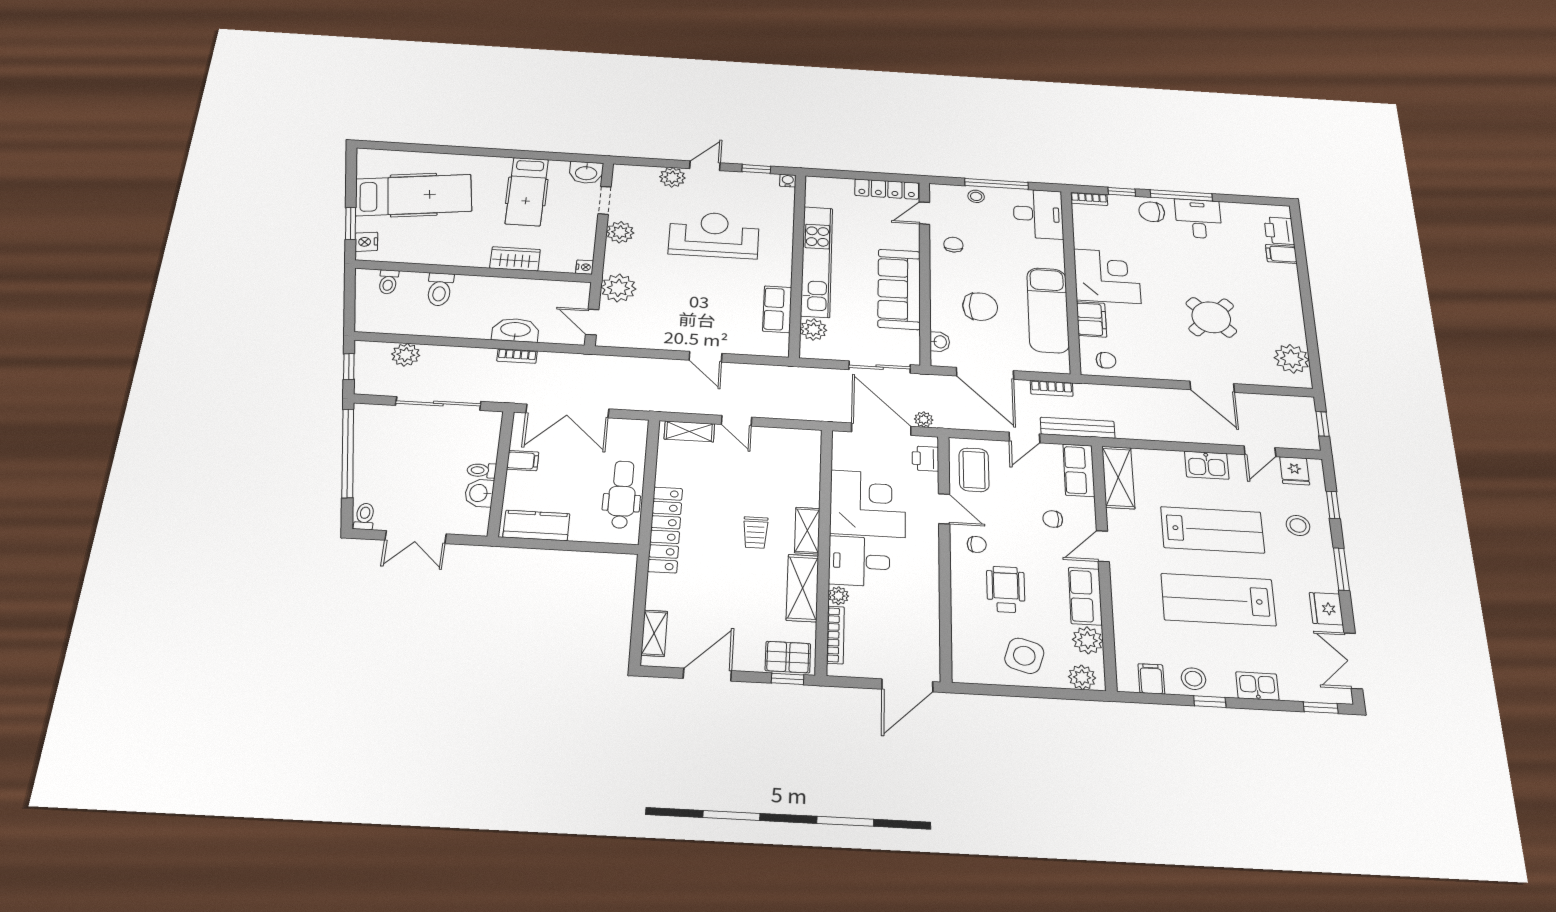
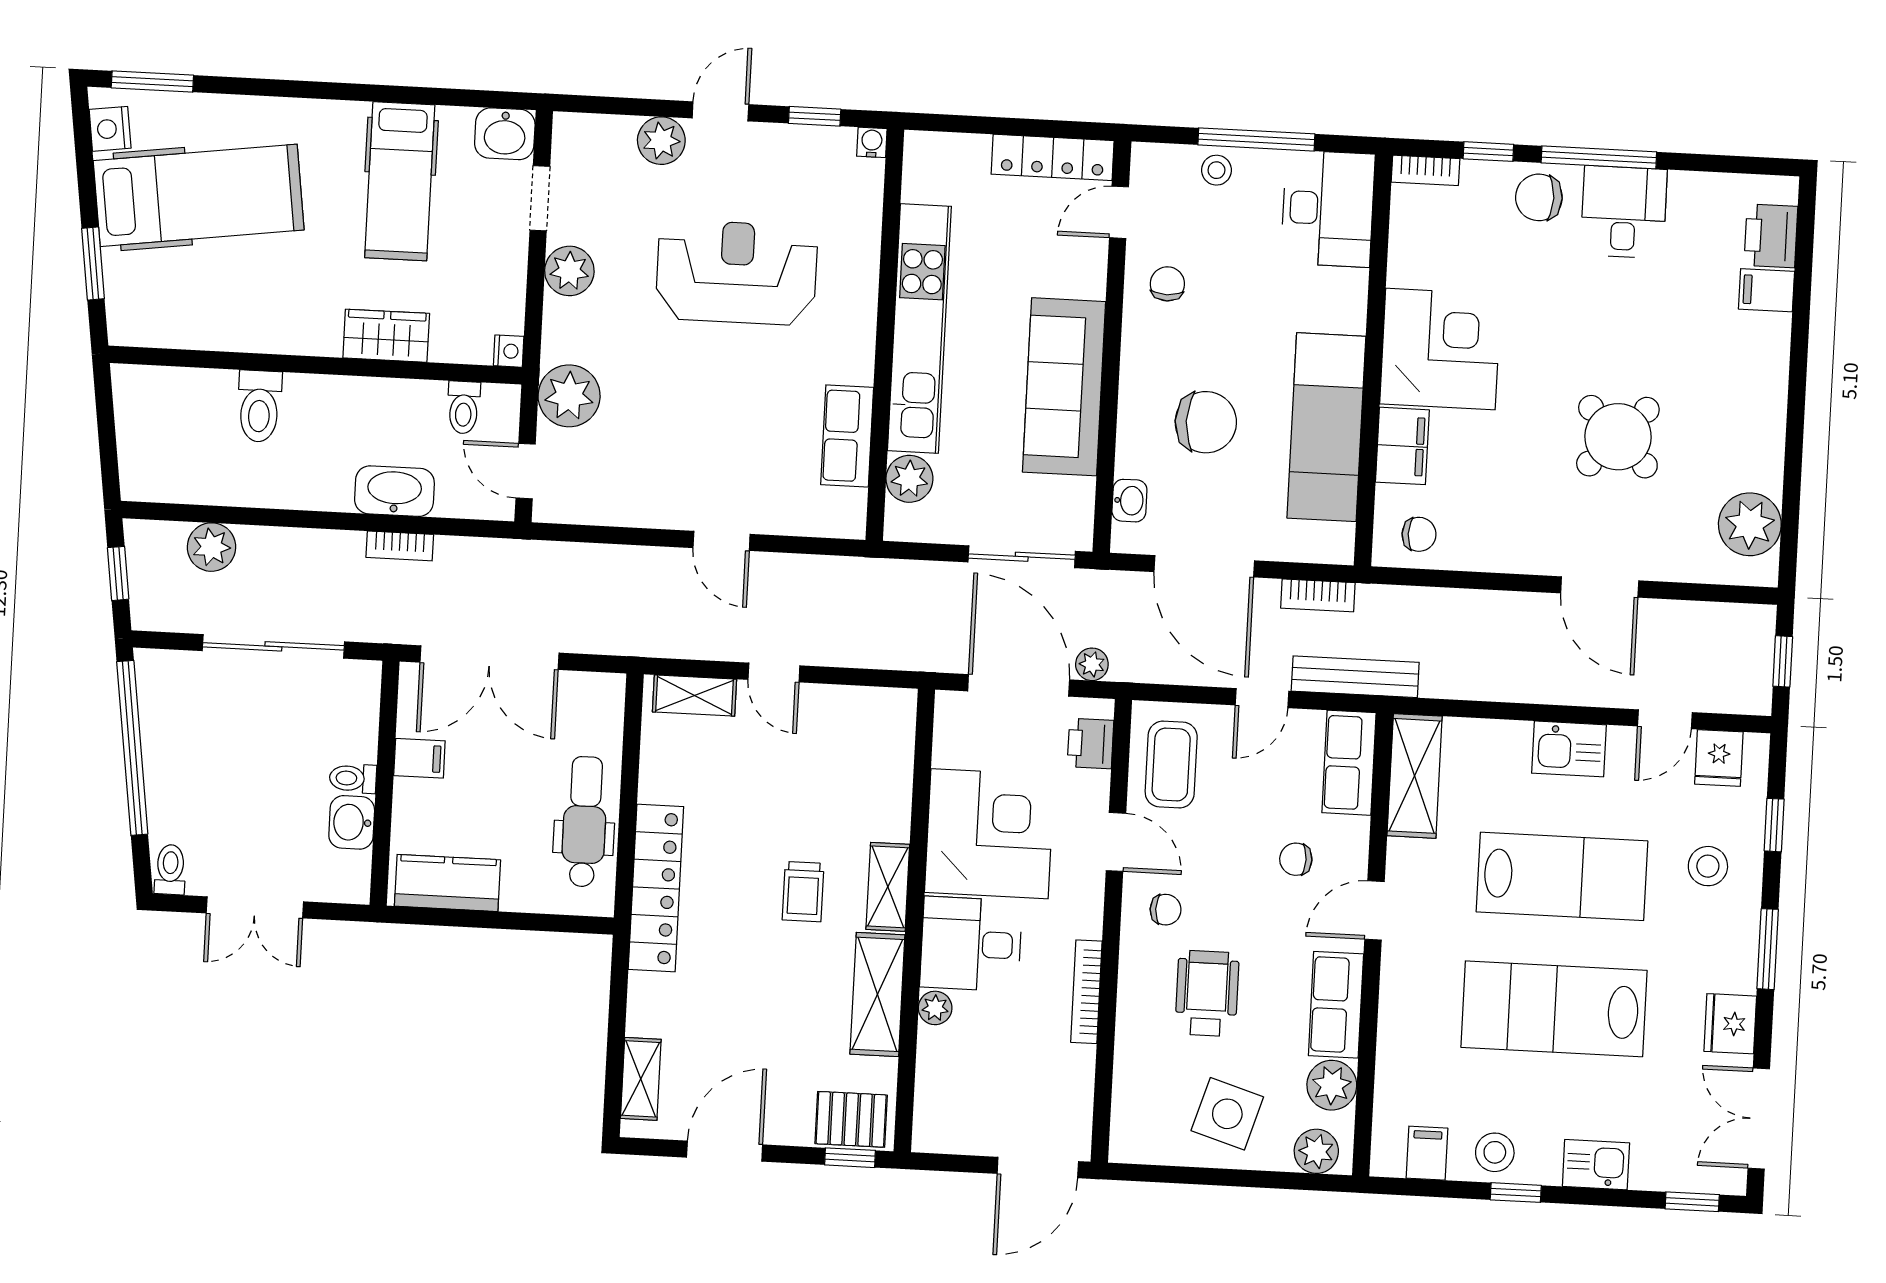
window: (393, 146) -> (152, 82), added
nightstand: (366, 242) -> (110, 129), moved
toilet: (388, 282) -> (464, 407), moved
bookcase: (835, 635) -> (1086, 992), moved, turned 180

